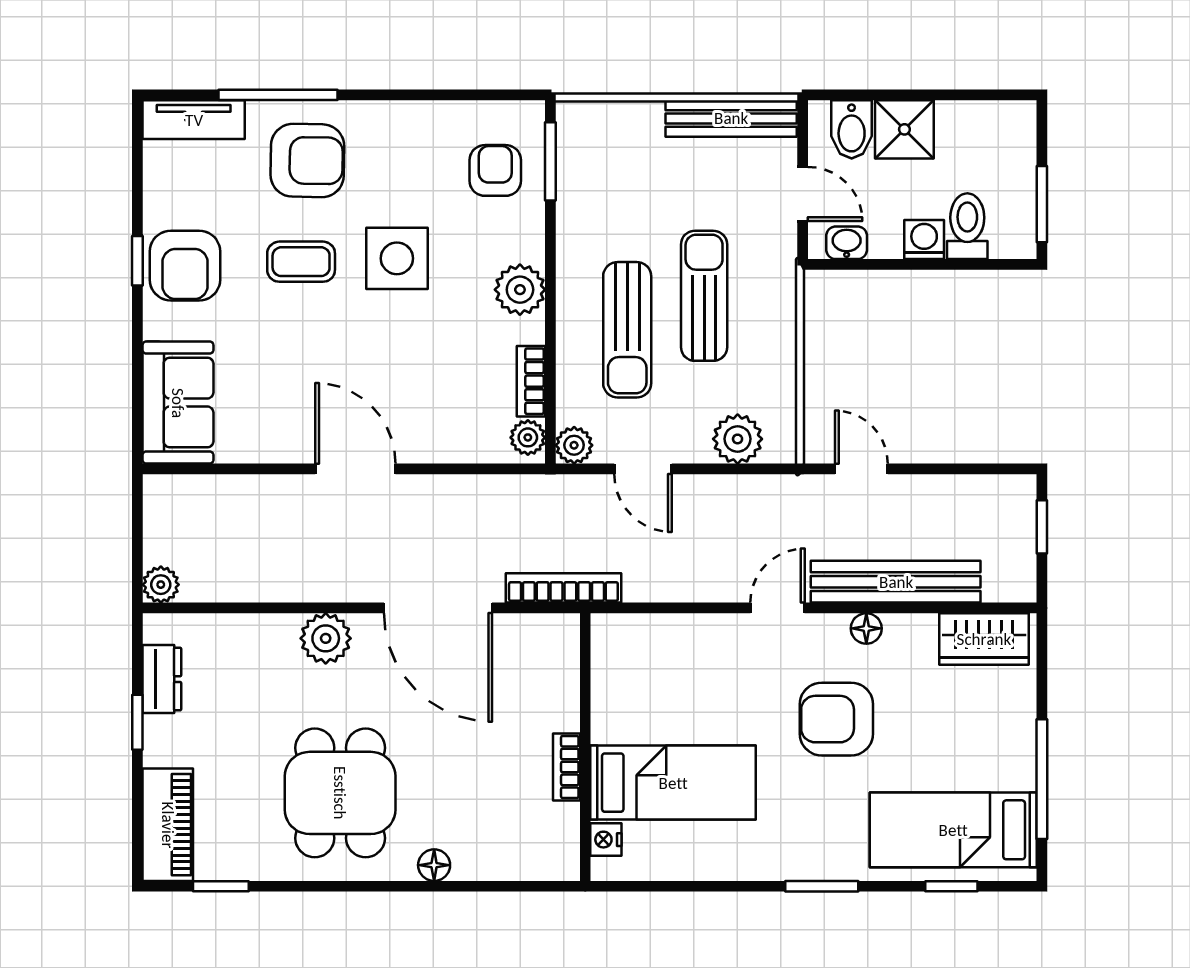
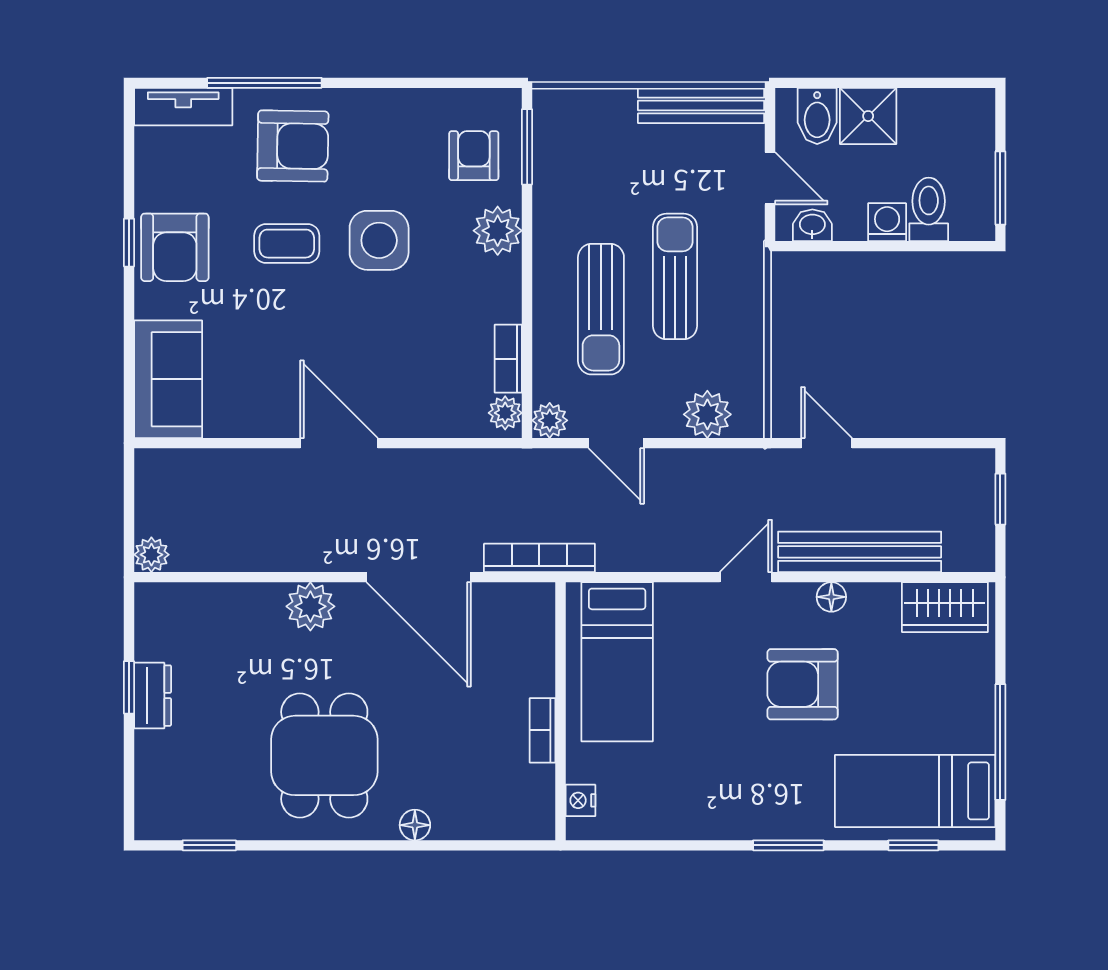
plant: (520, 290) -> (498, 231), moved
dresser: (162, 679) -> (153, 696), moved
bed: (673, 783) -> (617, 662), moved, turned 90
piano: (168, 825) -> (158, 786), removed

